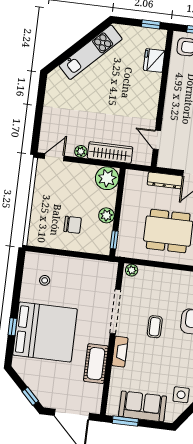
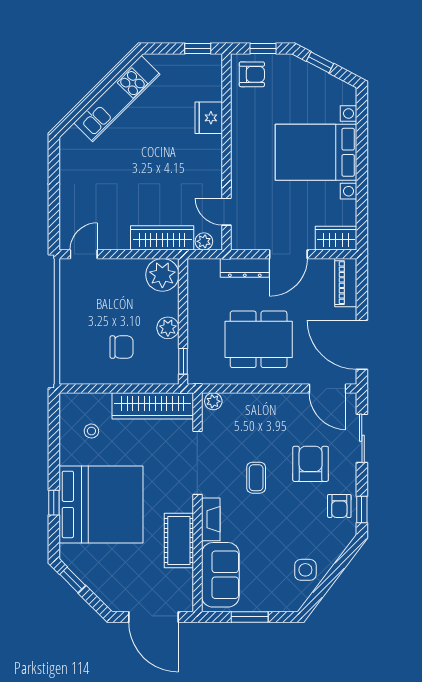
fridge: (154, 60) -> (209, 118), moved
plant: (81, 151) -> (204, 241), moved
wardrobe: (89, 268) -> (153, 406), added
window: (30, 396) -> (73, 580), moved
sofa: (143, 406) -> (220, 575), moved, turned 90
window: (125, 421) -> (250, 617), moved

